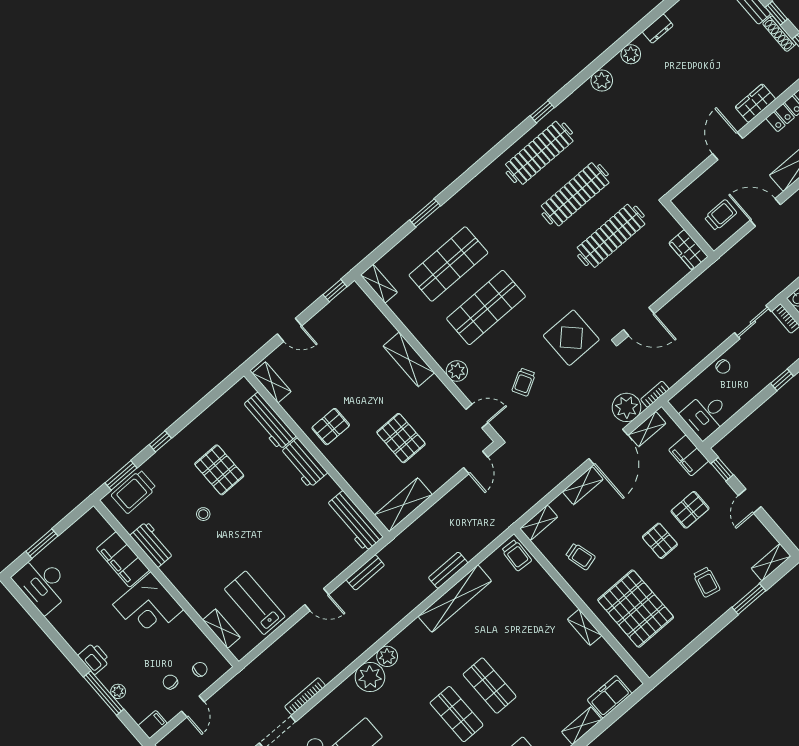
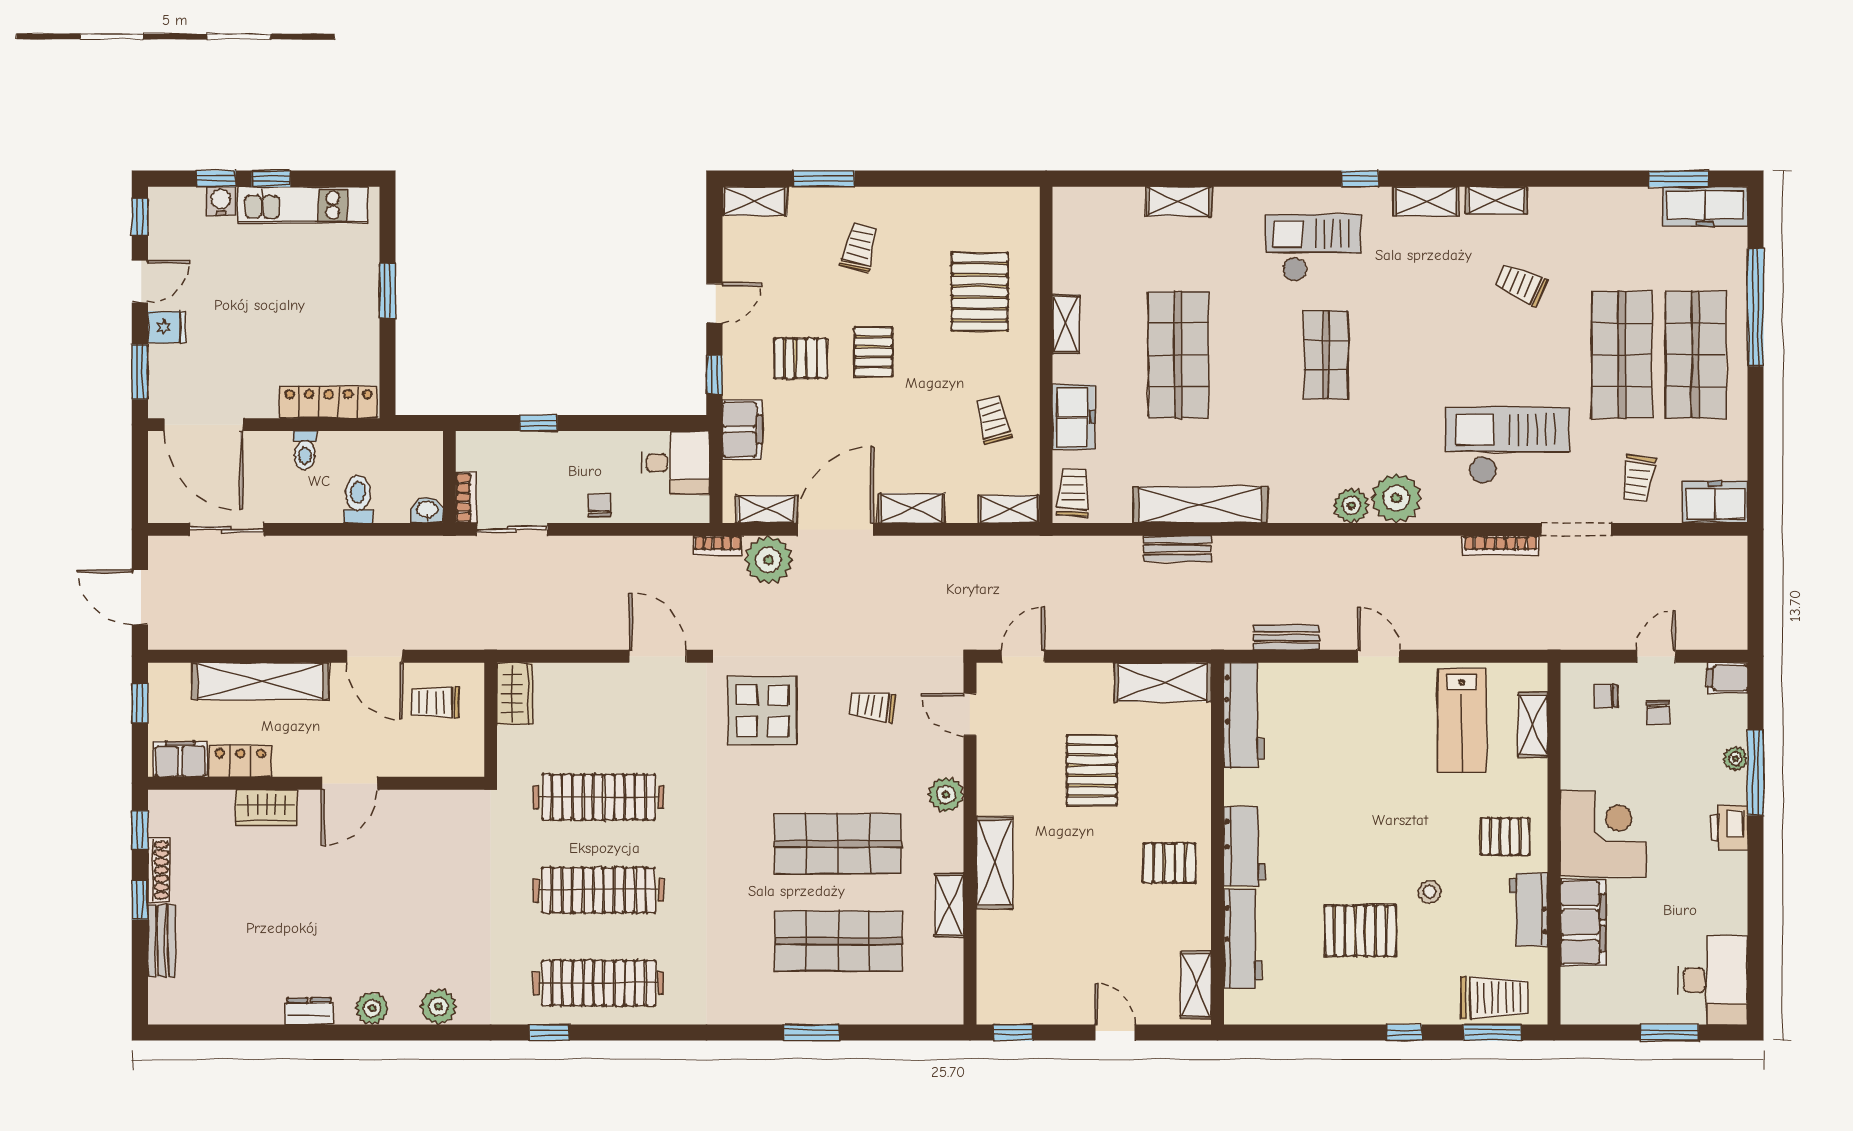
shelving: (379, 284) -> (949, 905), moved
trolley: (524, 382) -> (872, 706), turned -144
pallet: (219, 470) -> (1360, 931), turned 90
pallet: (191, 568) -> (1505, 836), added
pallet: (636, 609) -> (980, 292), width x0.73, depth x0.71
shop shelf: (490, 686) -> (1178, 355), moved, width x1.43, depth x1.36
freezer: (610, 697) -> (1074, 417), moved, turned -90

